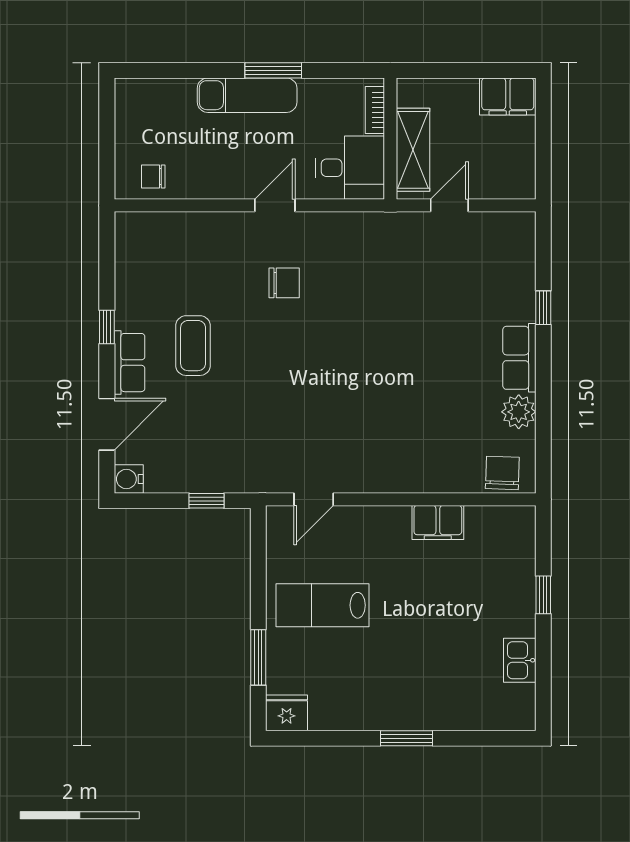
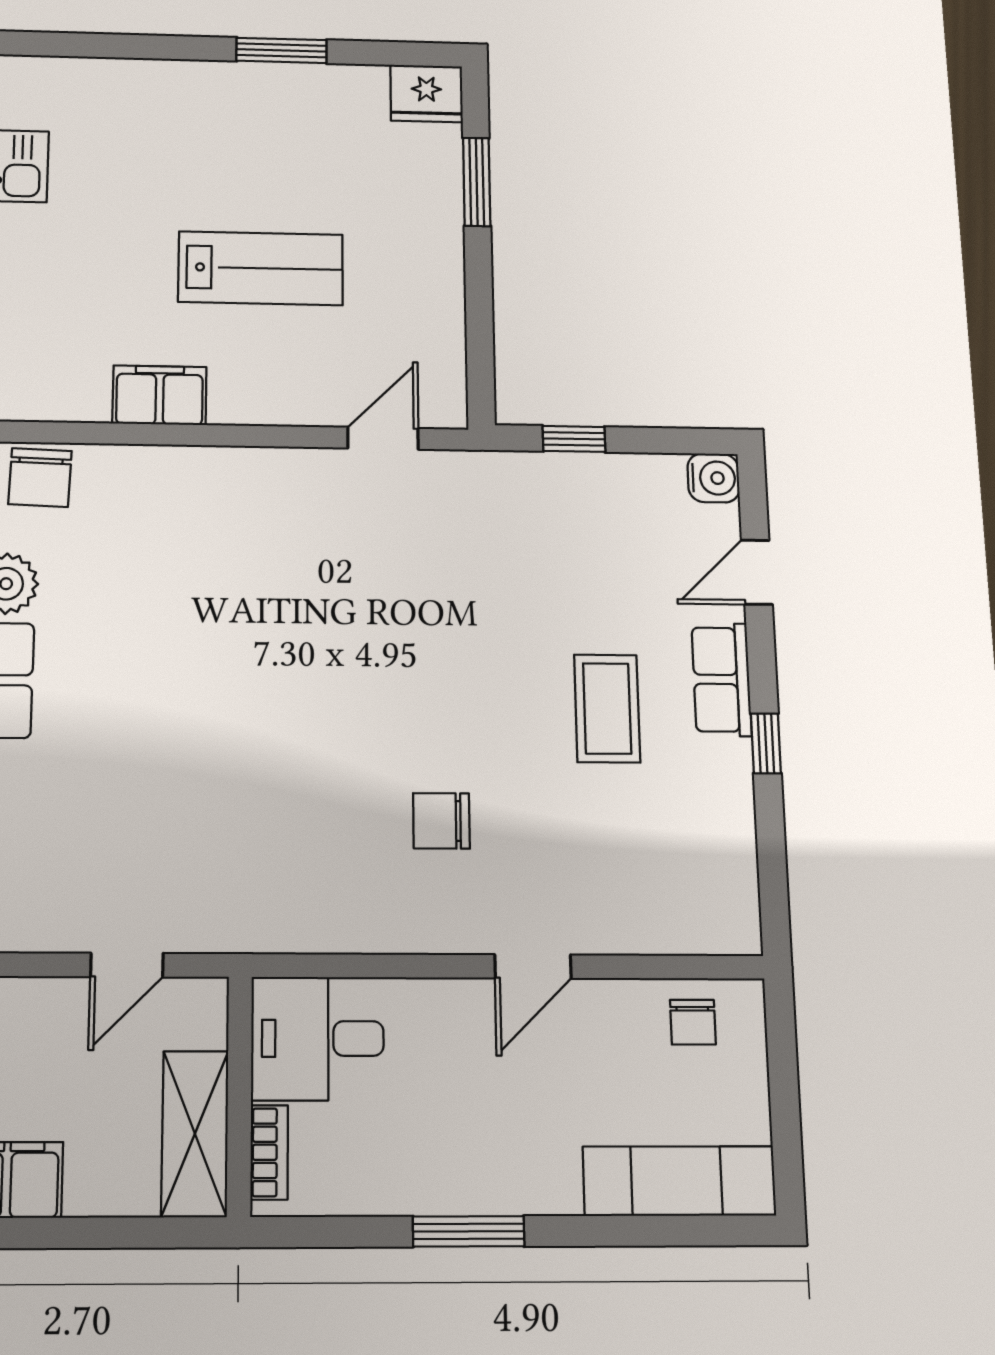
exam couch: (247, 95) -> (679, 1181), moved
shelving: (413, 150) -> (195, 1134), moved
chair: (153, 177) -> (693, 1022), turned 90
door: (275, 205) -> (533, 966), moved
door: (107, 424) -> (757, 572), width x0.73
lab bench: (322, 605) -> (261, 268), moved
window: (407, 738) -> (282, 50), moved

